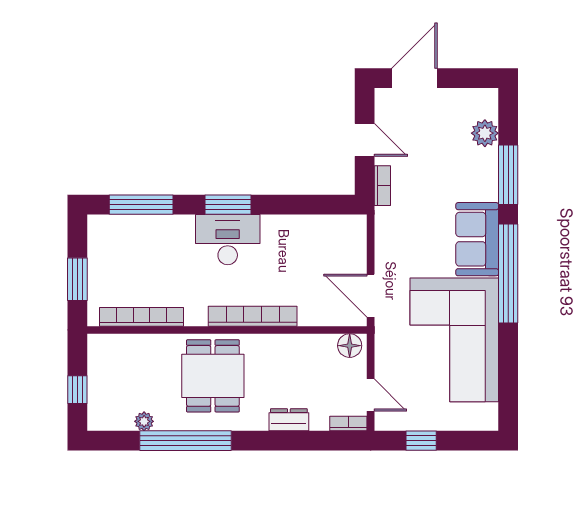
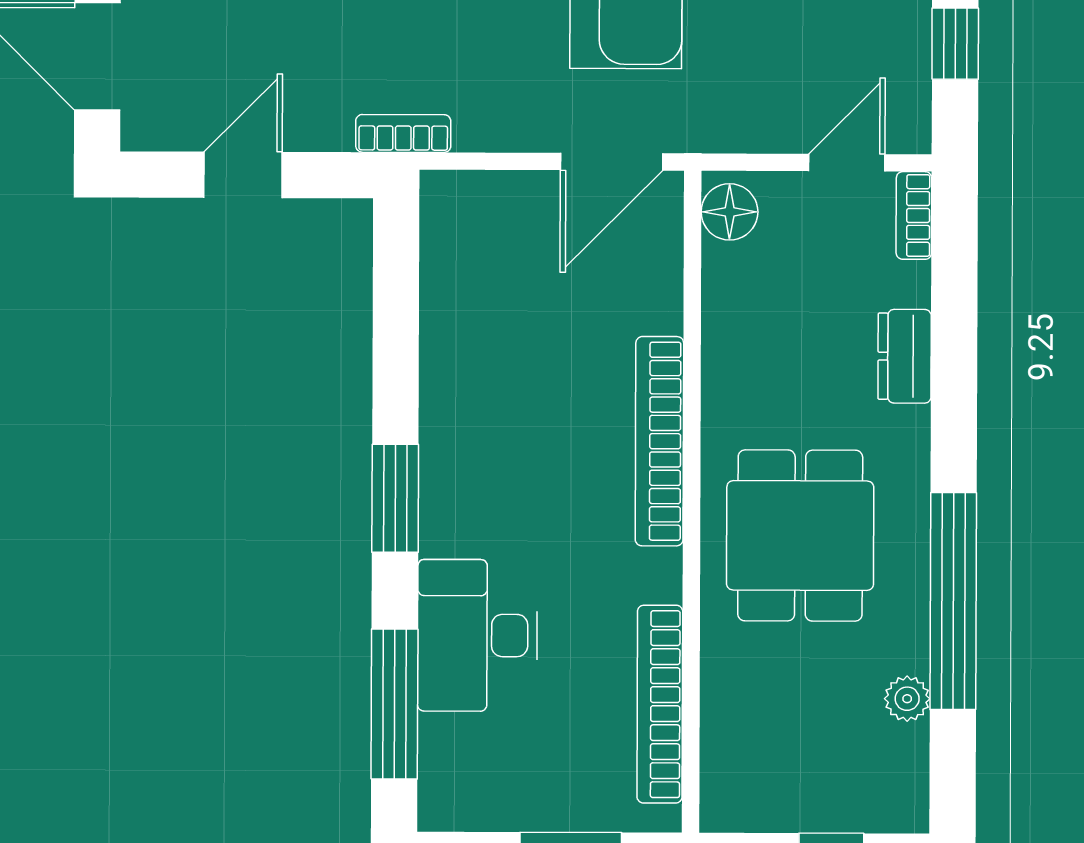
bookcase: (382, 186) -> (403, 133), moved
desk: (228, 240) -> (477, 635), moved
dining table: (213, 376) -> (800, 536), turned 90

